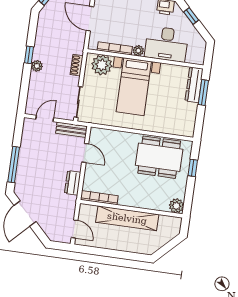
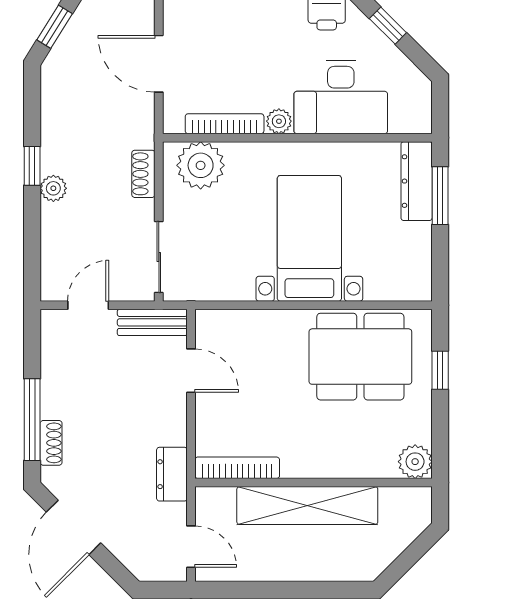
bed with nightstands: (134, 87) -> (309, 238), moved, turned 180
shoe rack: (20, 176) -> (51, 443), added
dresser: (73, 183) -> (172, 474), moved

